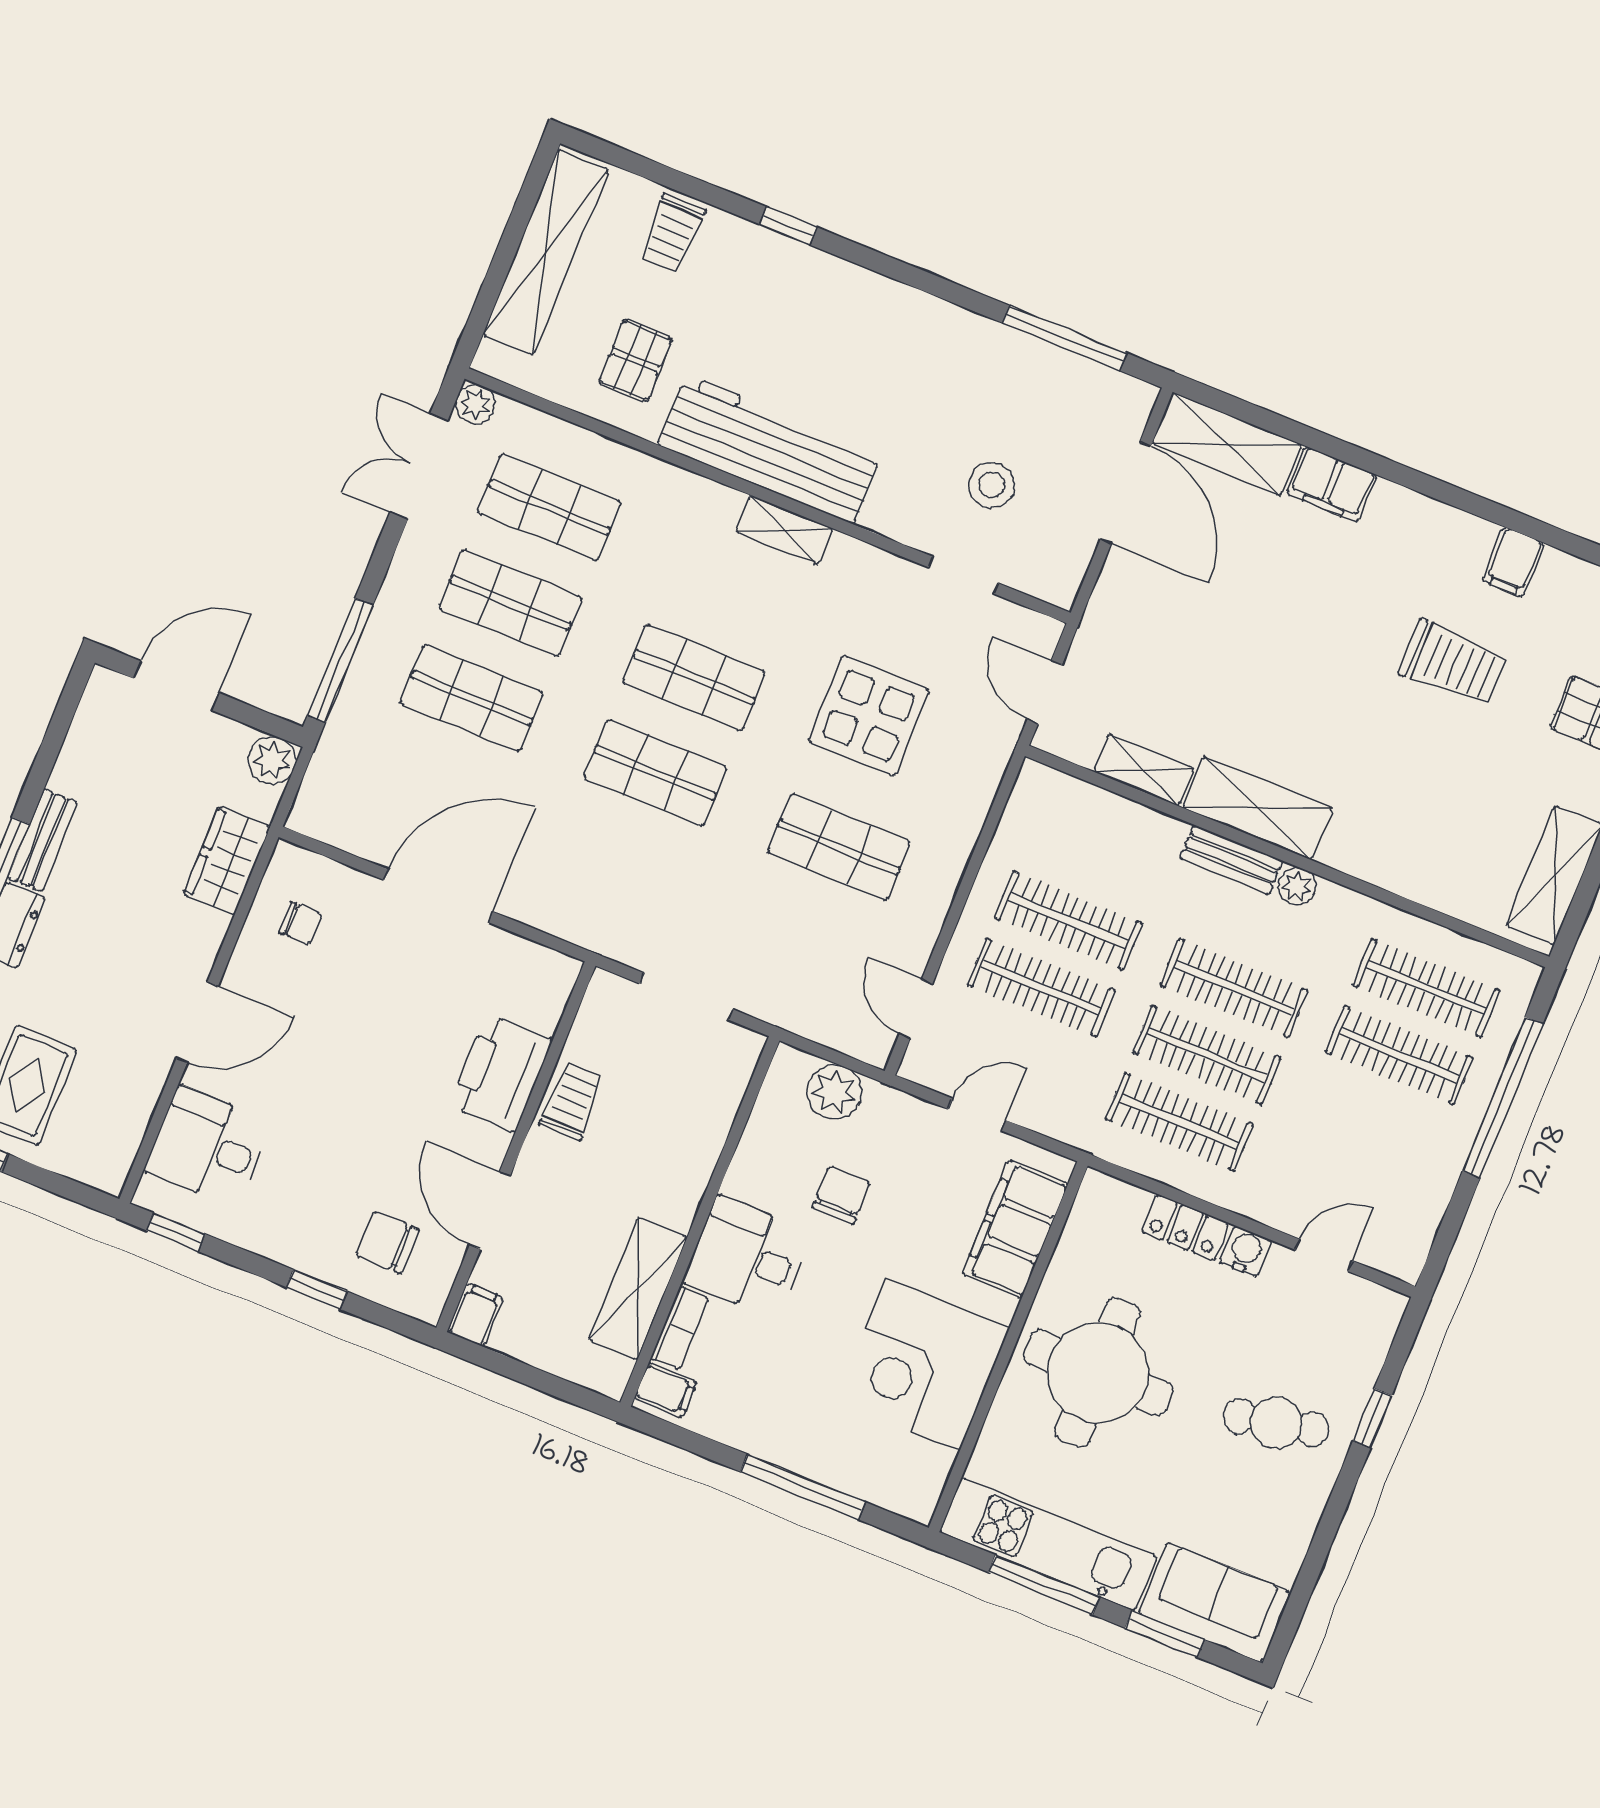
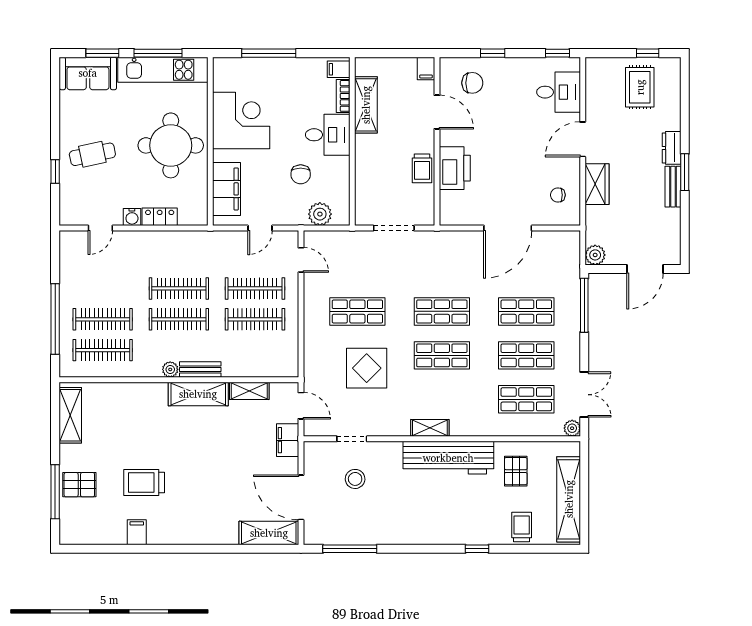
filing cabinet: (1331, 484) -> (288, 440), moved, turned -90
wardrobe: (227, 861) -> (597, 184), moved
clothes rail: (1179, 1122) -> (179, 258), removed

